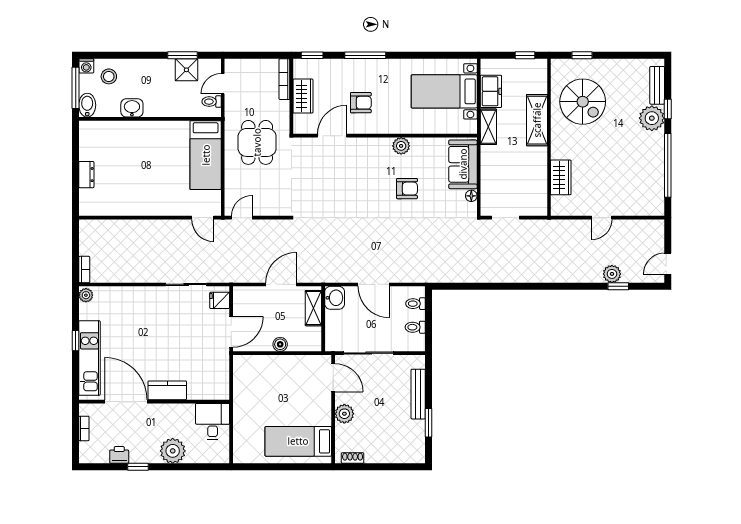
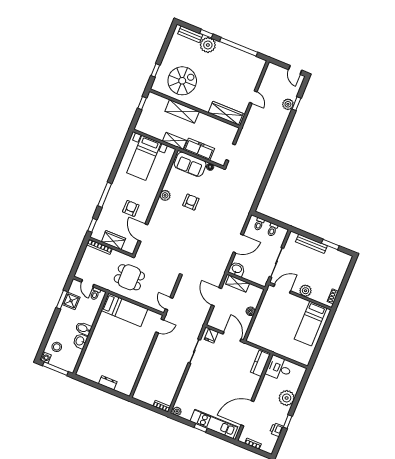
freezer: (491, 91) -> (199, 149), moved, width x1.40
bidet: (87, 105) -> (83, 328), moved
wardrobe: (561, 177) -> (226, 113), width x1.50
kitchen counter: (167, 390) -> (260, 363), moved

